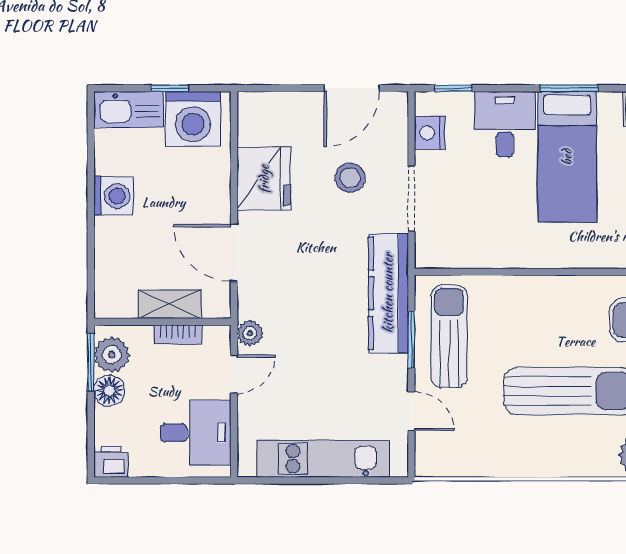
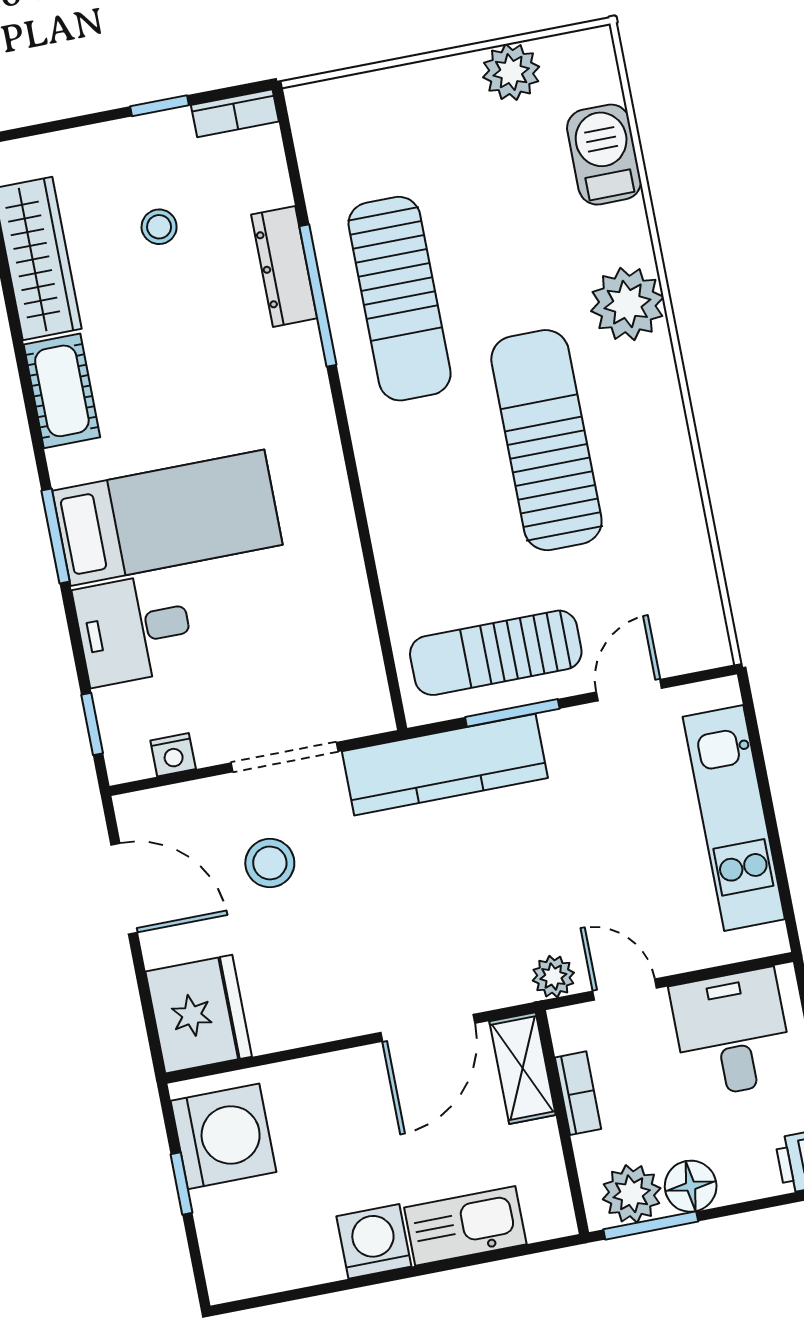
kitchen sink: (129, 109) -> (465, 1226), moved, turned -90
nightstand: (430, 133) -> (173, 755), width x0.72, depth x0.74
fridge: (264, 179) -> (199, 1014), moved, turned 90
shelving: (170, 304) -> (523, 1068), moved

